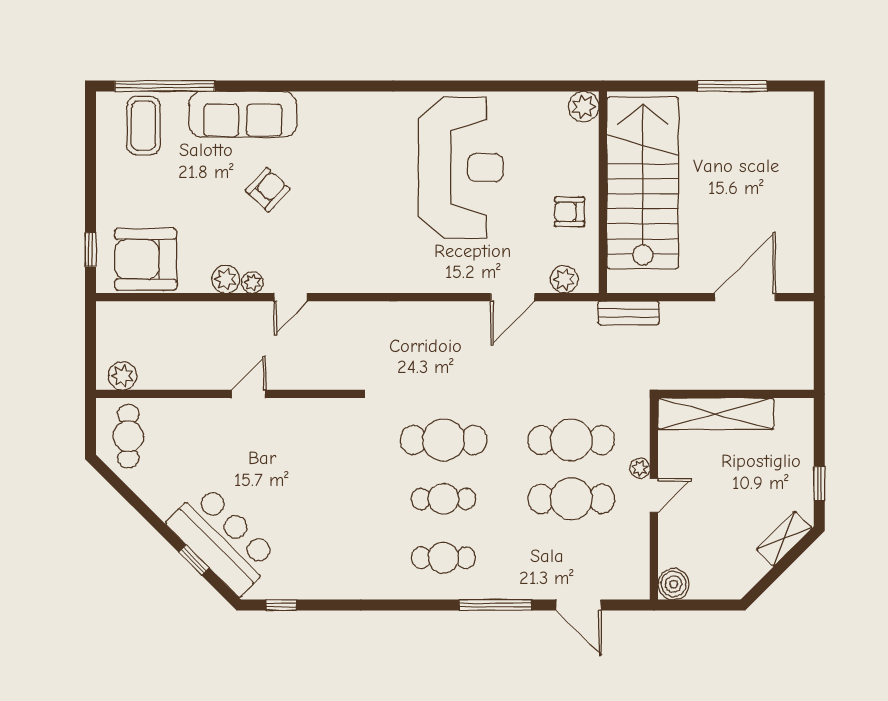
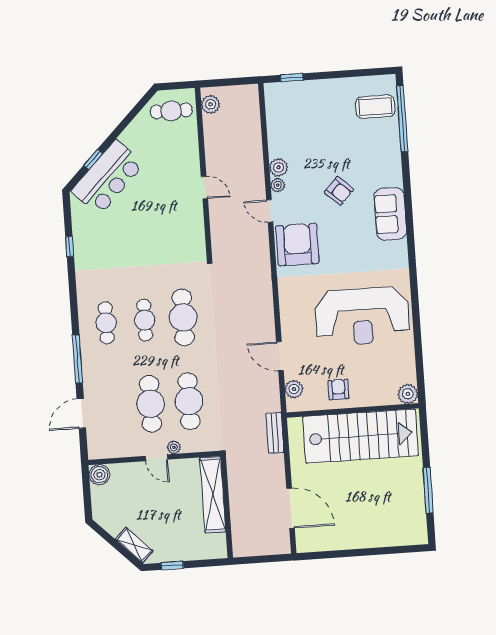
sofa: (243, 114) -> (390, 214), moved, width x0.73
armchair: (146, 259) -> (297, 245), moved
window: (281, 605) -> (70, 246), moved

